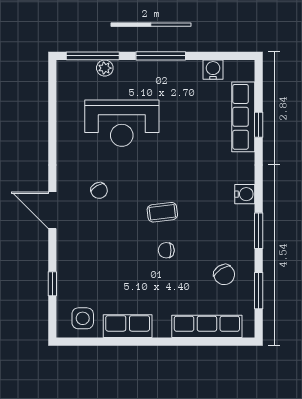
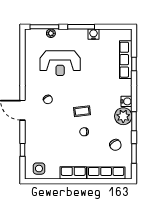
water cooler: (213, 70) -> (93, 34), moved
plant: (239, 221) -> (123, 116), added
row of seats: (128, 326) -> (73, 173), moved

